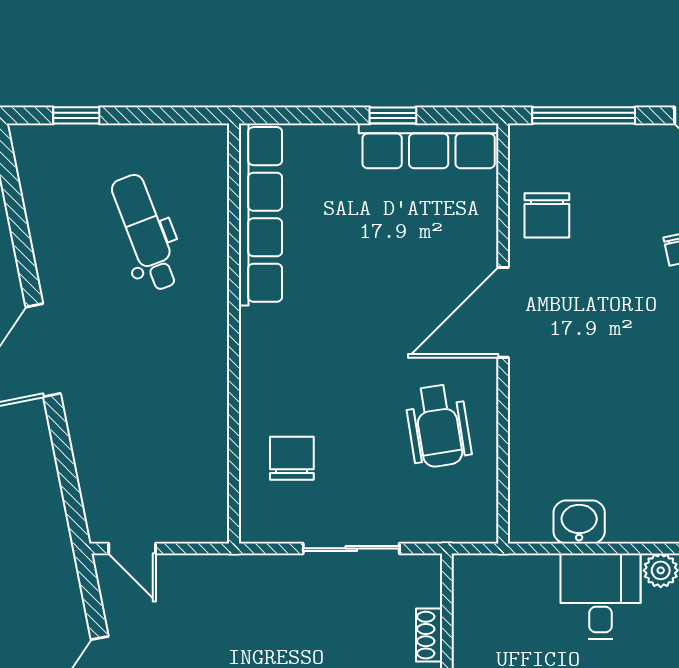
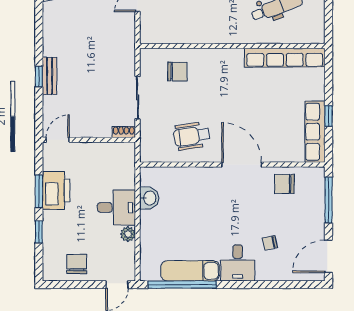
shoe rack: (429, 635) -> (124, 132), moved

